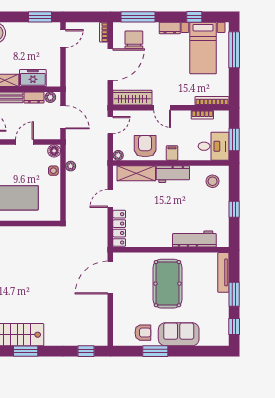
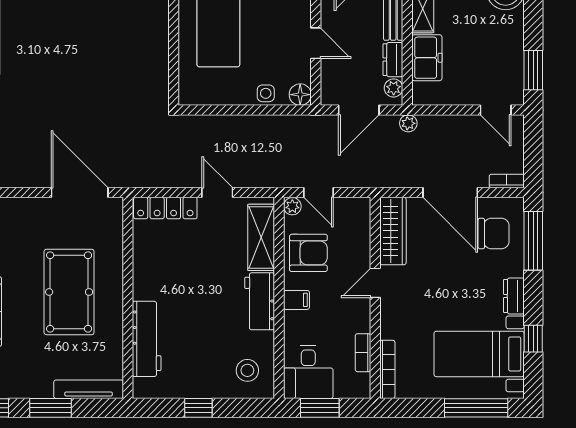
door: (110, 125) -> (318, 193), moved
plant: (71, 166) -> (408, 123), moved
pool table: (167, 284) -> (69, 292), turned 90

